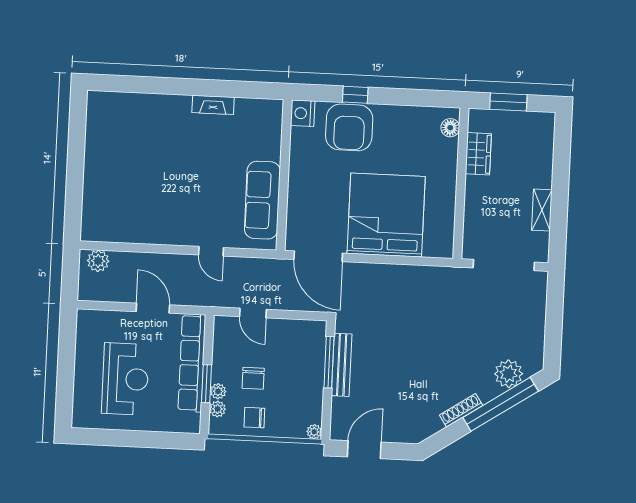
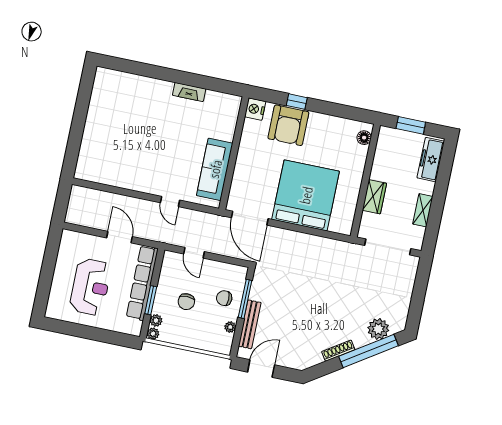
freezer: (542, 142) -> (431, 160), added
wardrobe: (478, 154) -> (374, 197), moved
plant: (98, 261) -> (84, 195), removed
bench: (342, 365) -> (250, 324), moved
plant: (218, 391) -> (153, 334), moved
chair: (254, 418) -> (224, 298), moved
plant: (314, 432) -> (230, 327), moved

